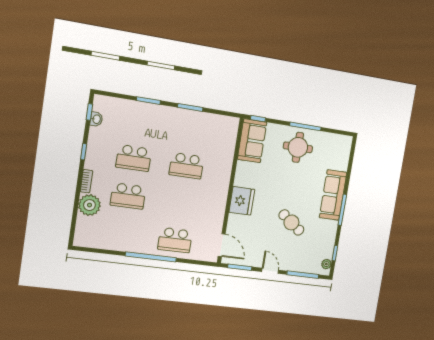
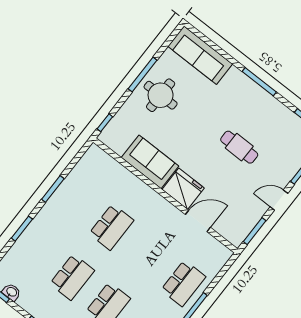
sofa: (252, 141) -> (150, 162), moved
sofa: (333, 195) -> (200, 55), moved
cafe table: (291, 222) -> (239, 147), turned 53
door: (222, 245) -> (198, 221), moved

